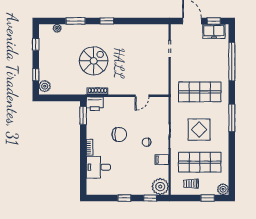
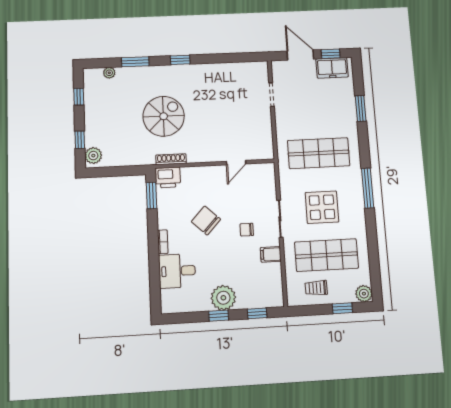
window: (232, 62) -> (361, 108), width x0.47
chair: (119, 134) -> (206, 220), turned -137
plant: (160, 187) -> (223, 298), moved

